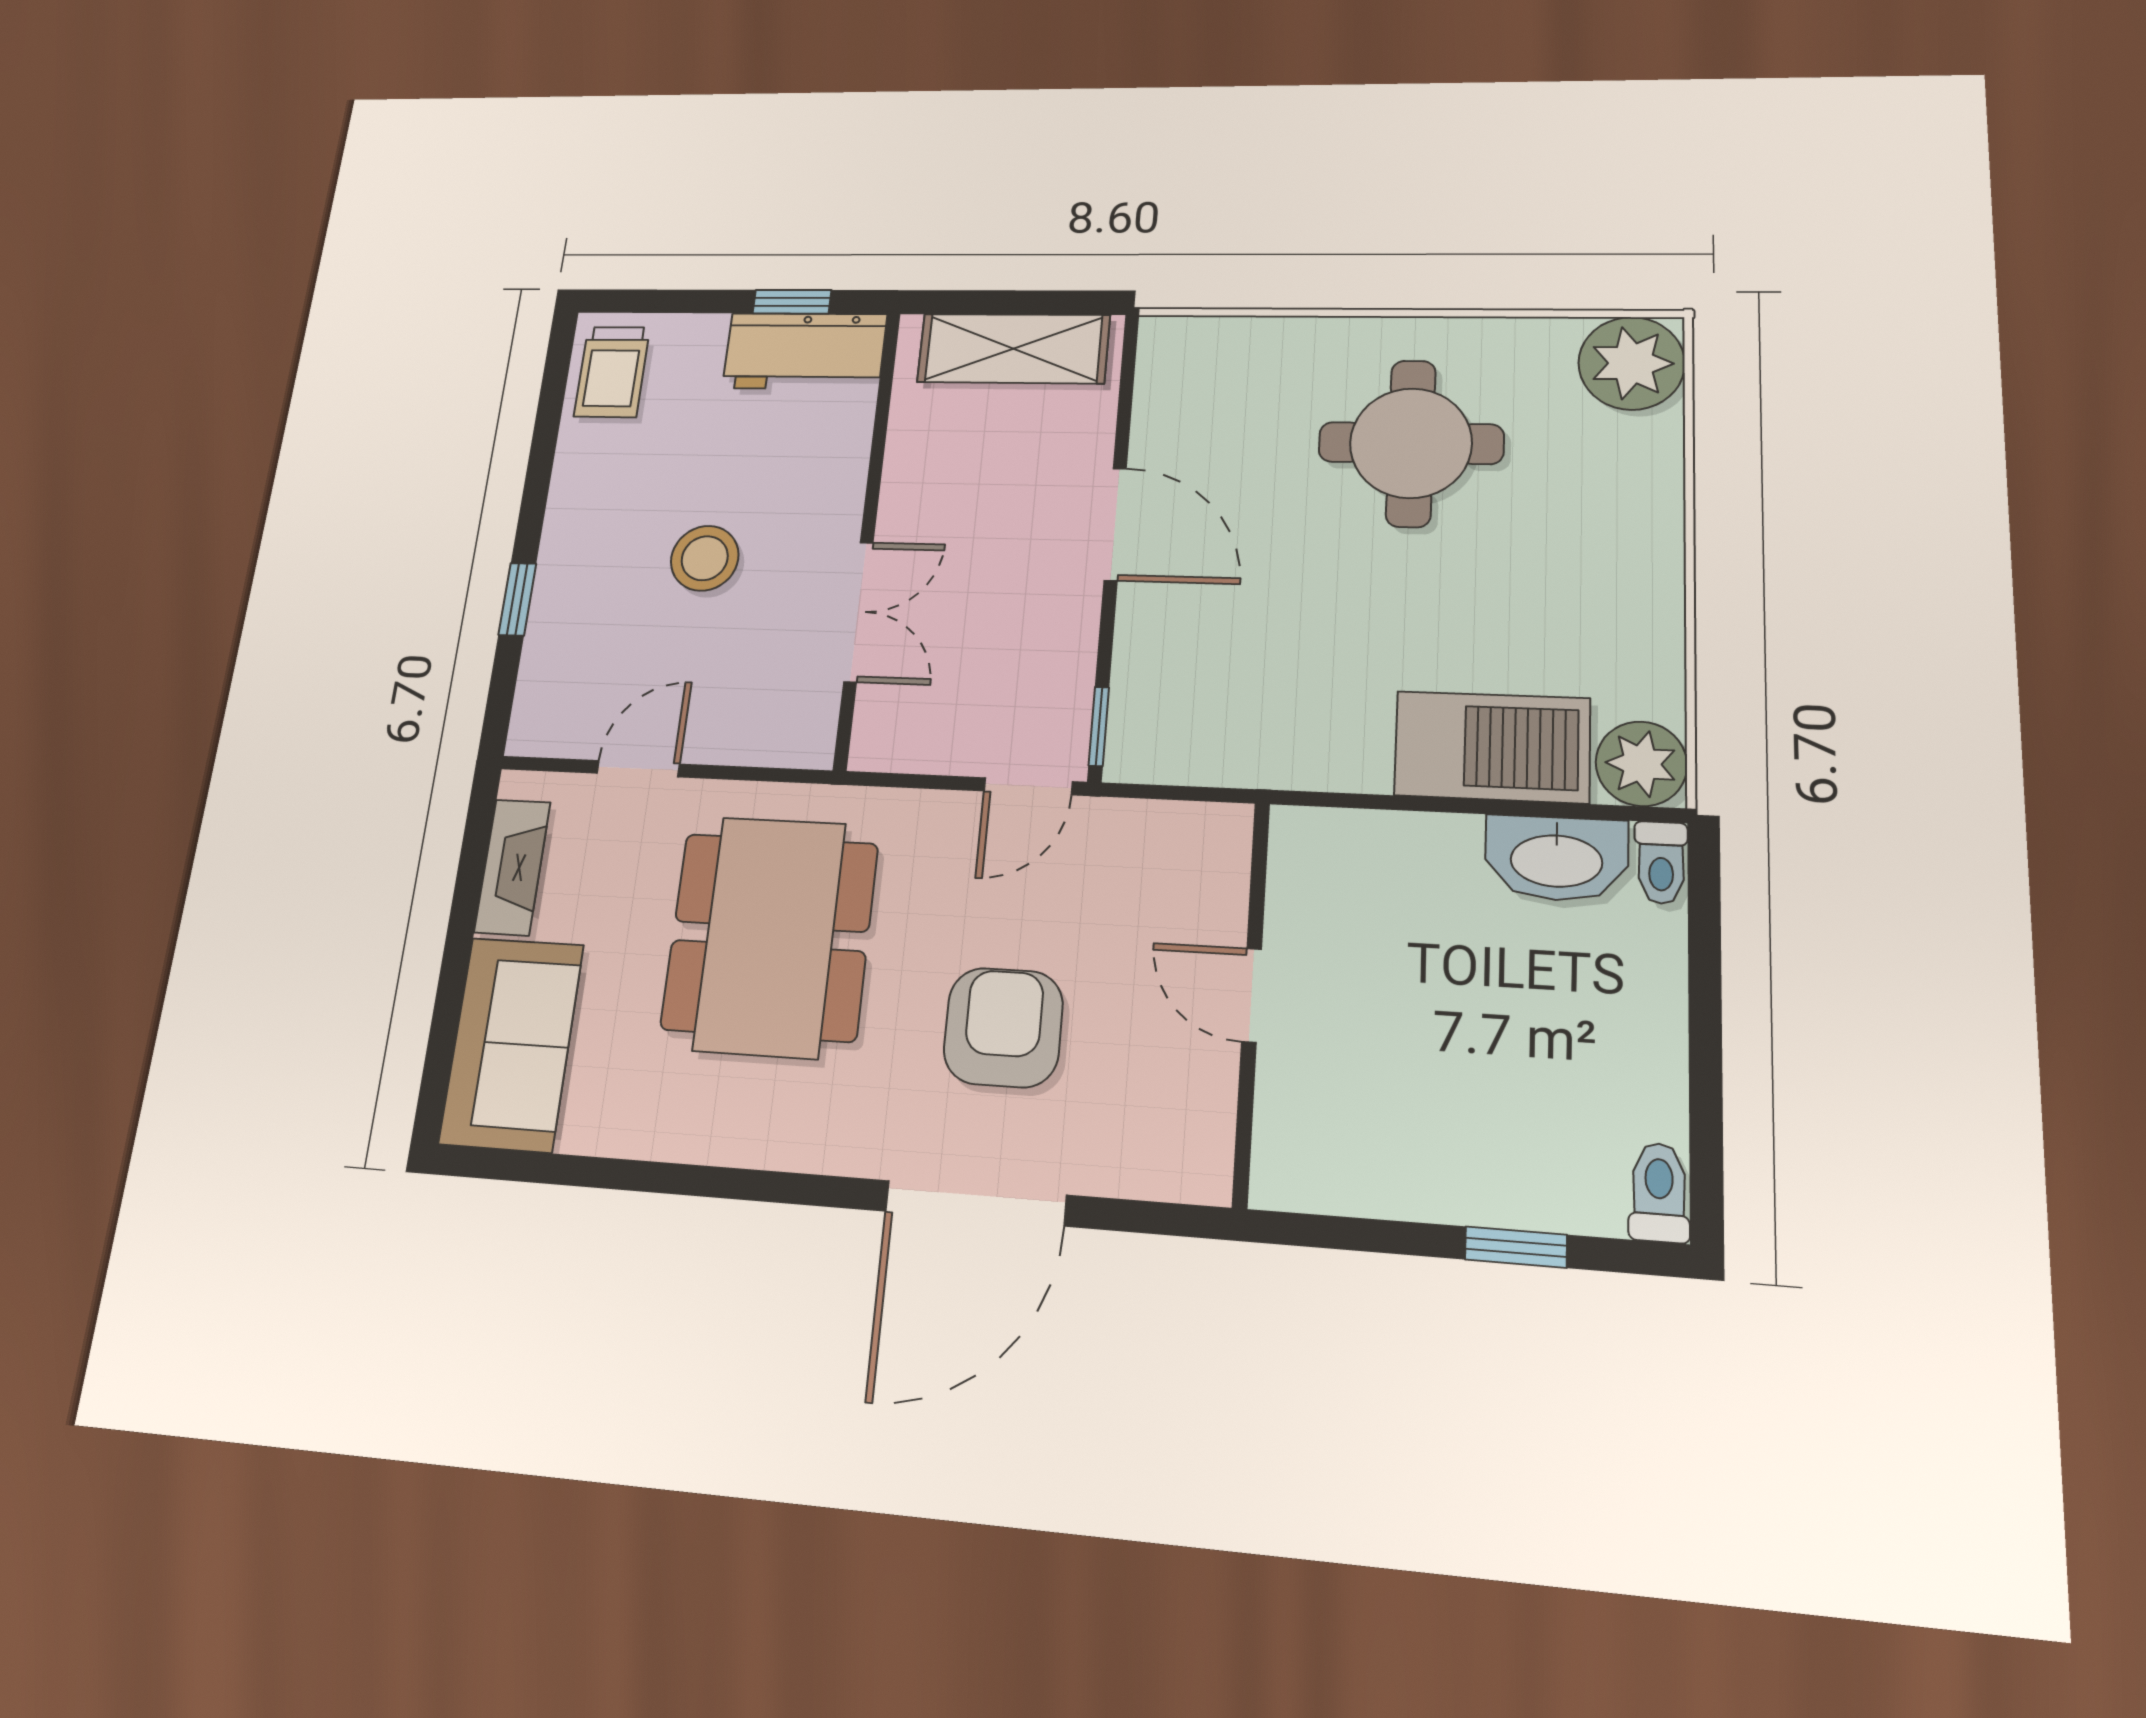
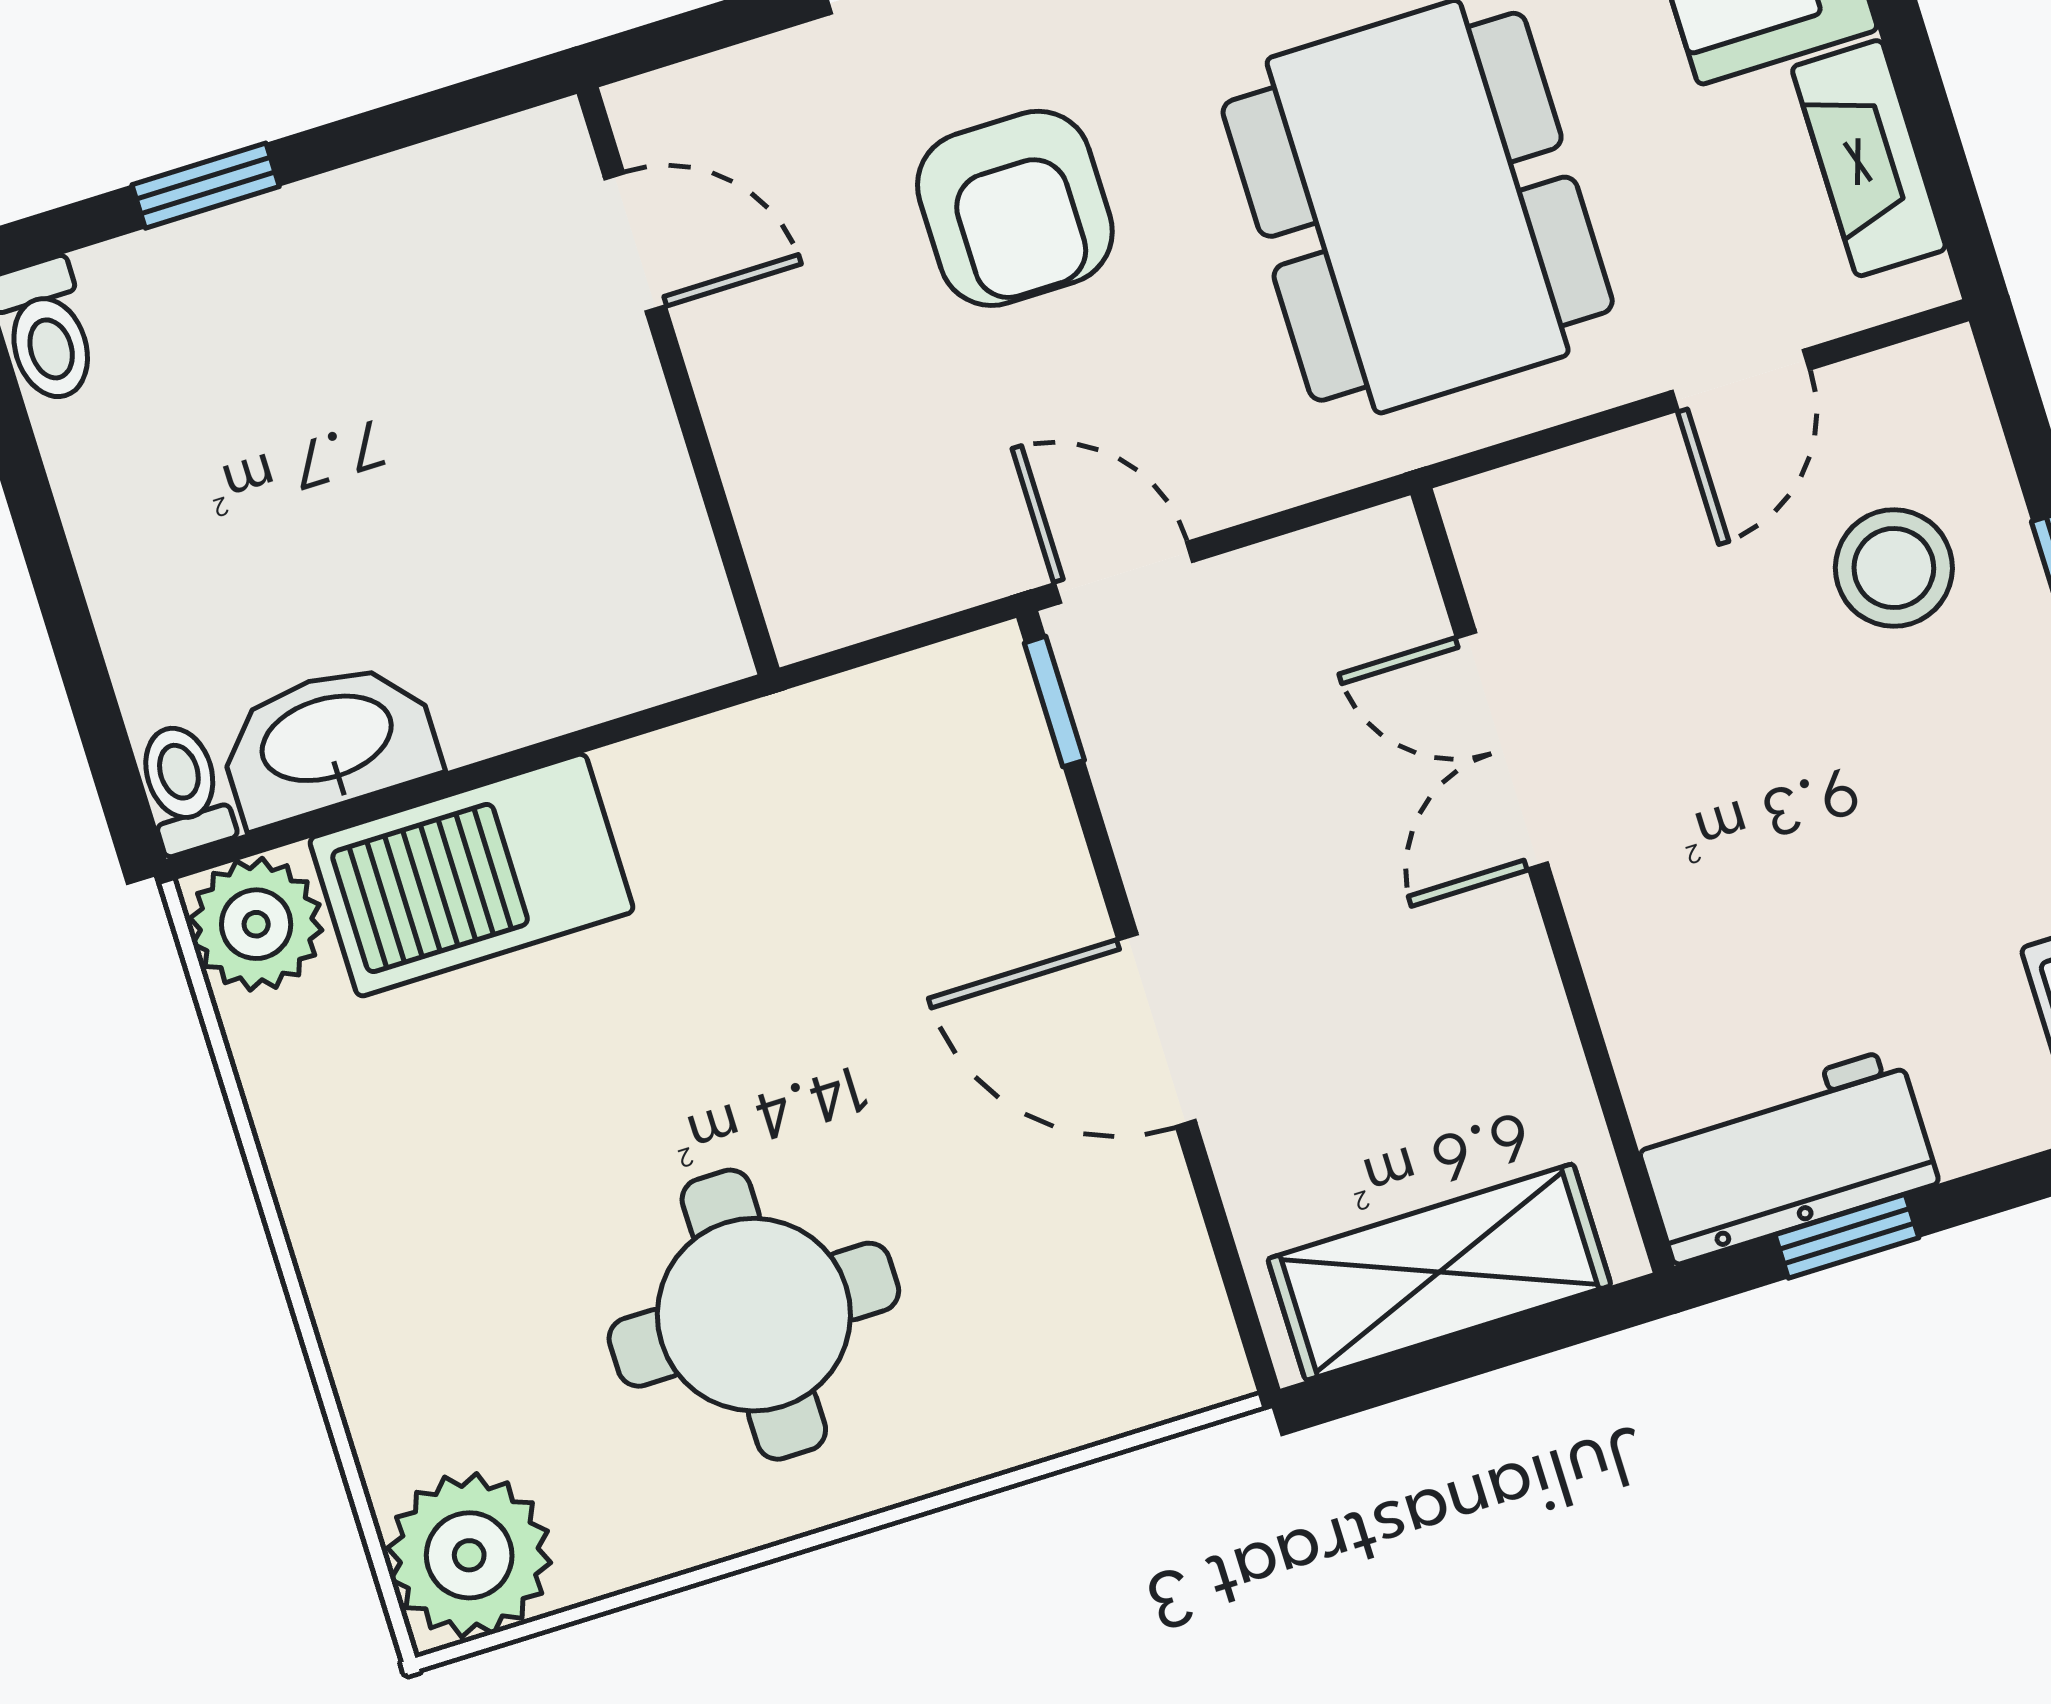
stool: (705, 558) -> (1894, 568), moved
door: (1028, 786) -> (1124, 572), hinge flipped
door: (1252, 995) -> (635, 242), moved

